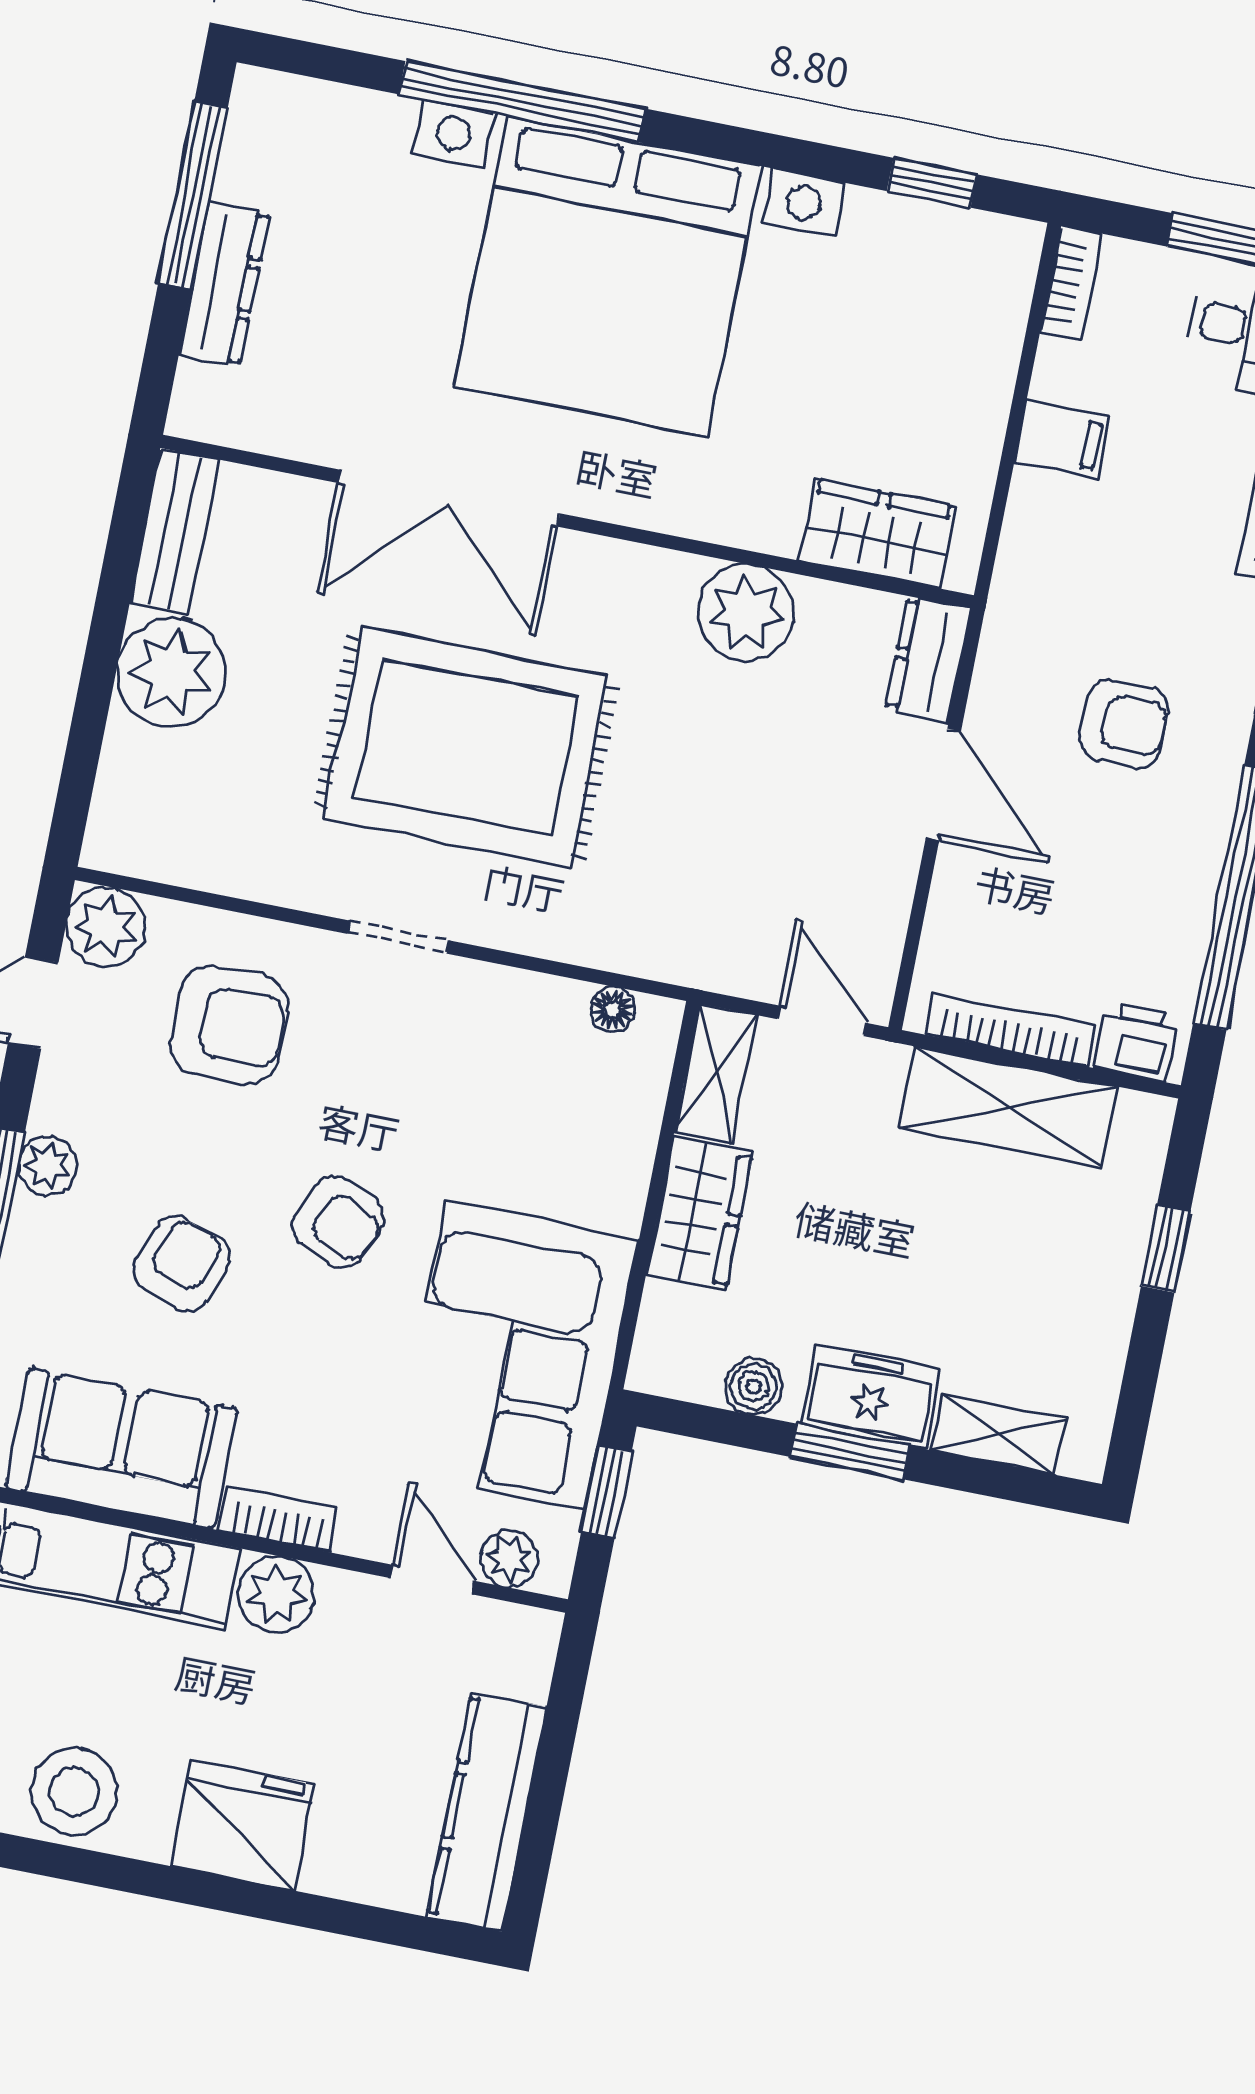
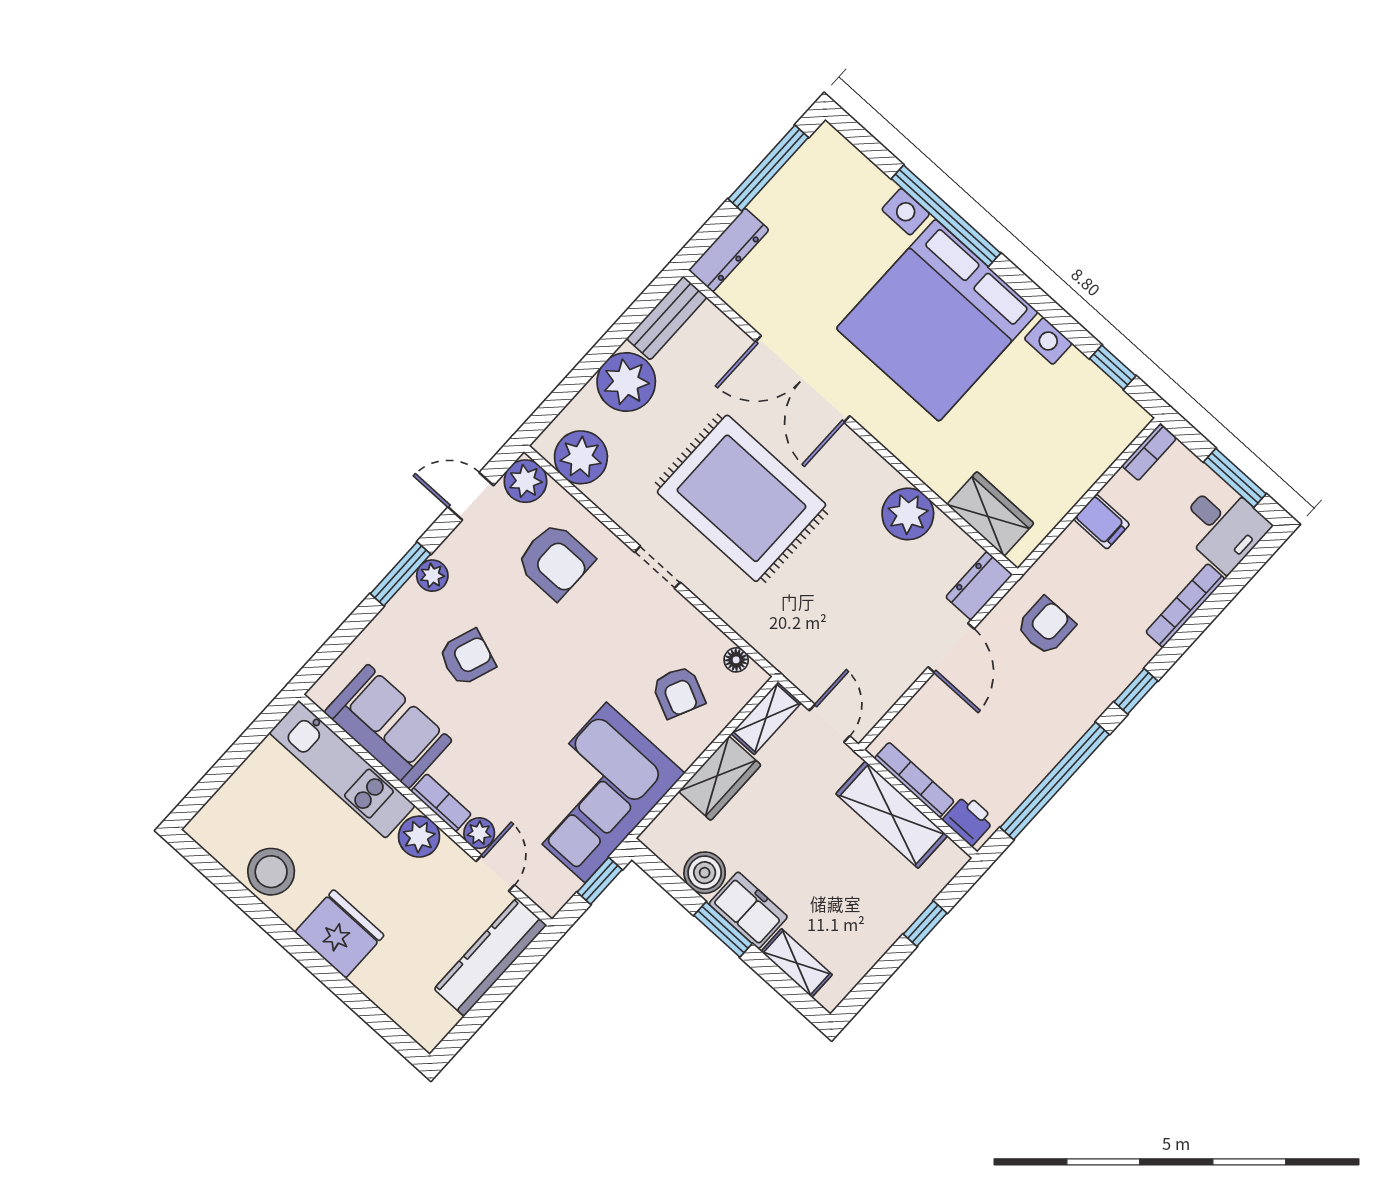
dresser: (224, 284) -> (729, 250), moved
armchair: (1124, 724) -> (1046, 626), moved, turned -90
plant: (171, 835) -> (581, 457), added
armchair: (338, 1222) -> (678, 692), moved
boiler: (754, 1386) -> (705, 873), width x1.36, depth x1.36
plant: (509, 1559) -> (479, 833), moved
kitchen counter: (487, 1812) -> (490, 957), moved

